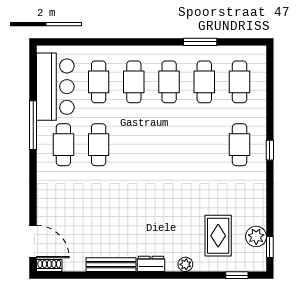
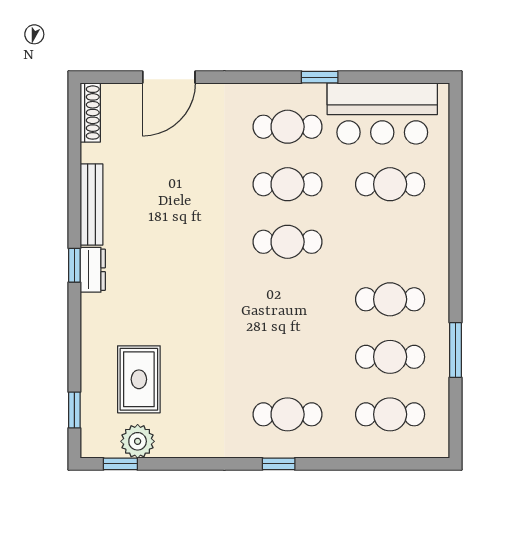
cafe table: (134, 82) -> (288, 242), moved
window: (33, 125) -> (320, 77), width x0.46
rug: (218, 236) -> (139, 379), turned 90
door: (33, 242) -> (169, 77), moved
plant: (185, 264) -> (92, 326), removed
shoe rack: (49, 265) -> (90, 113), width x1.43
window: (148, 275) -> (74, 265), added

